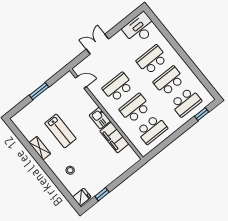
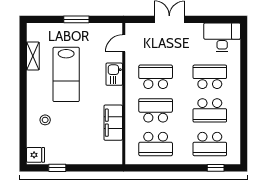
school desk: (169, 81) -> (210, 110), turned 180
door: (81, 82) -> (124, 43), swing flipped
kitchen sink: (100, 118) -> (114, 74), moved
lab bench: (60, 131) -> (66, 74), width x1.36, depth x1.39
shelving: (40, 148) -> (33, 56), moved

